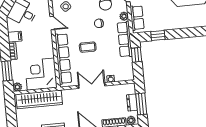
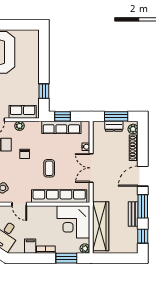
door: (52, 23) -> (19, 204), swing flipped
row of seats: (125, 39) -> (61, 127), moved

